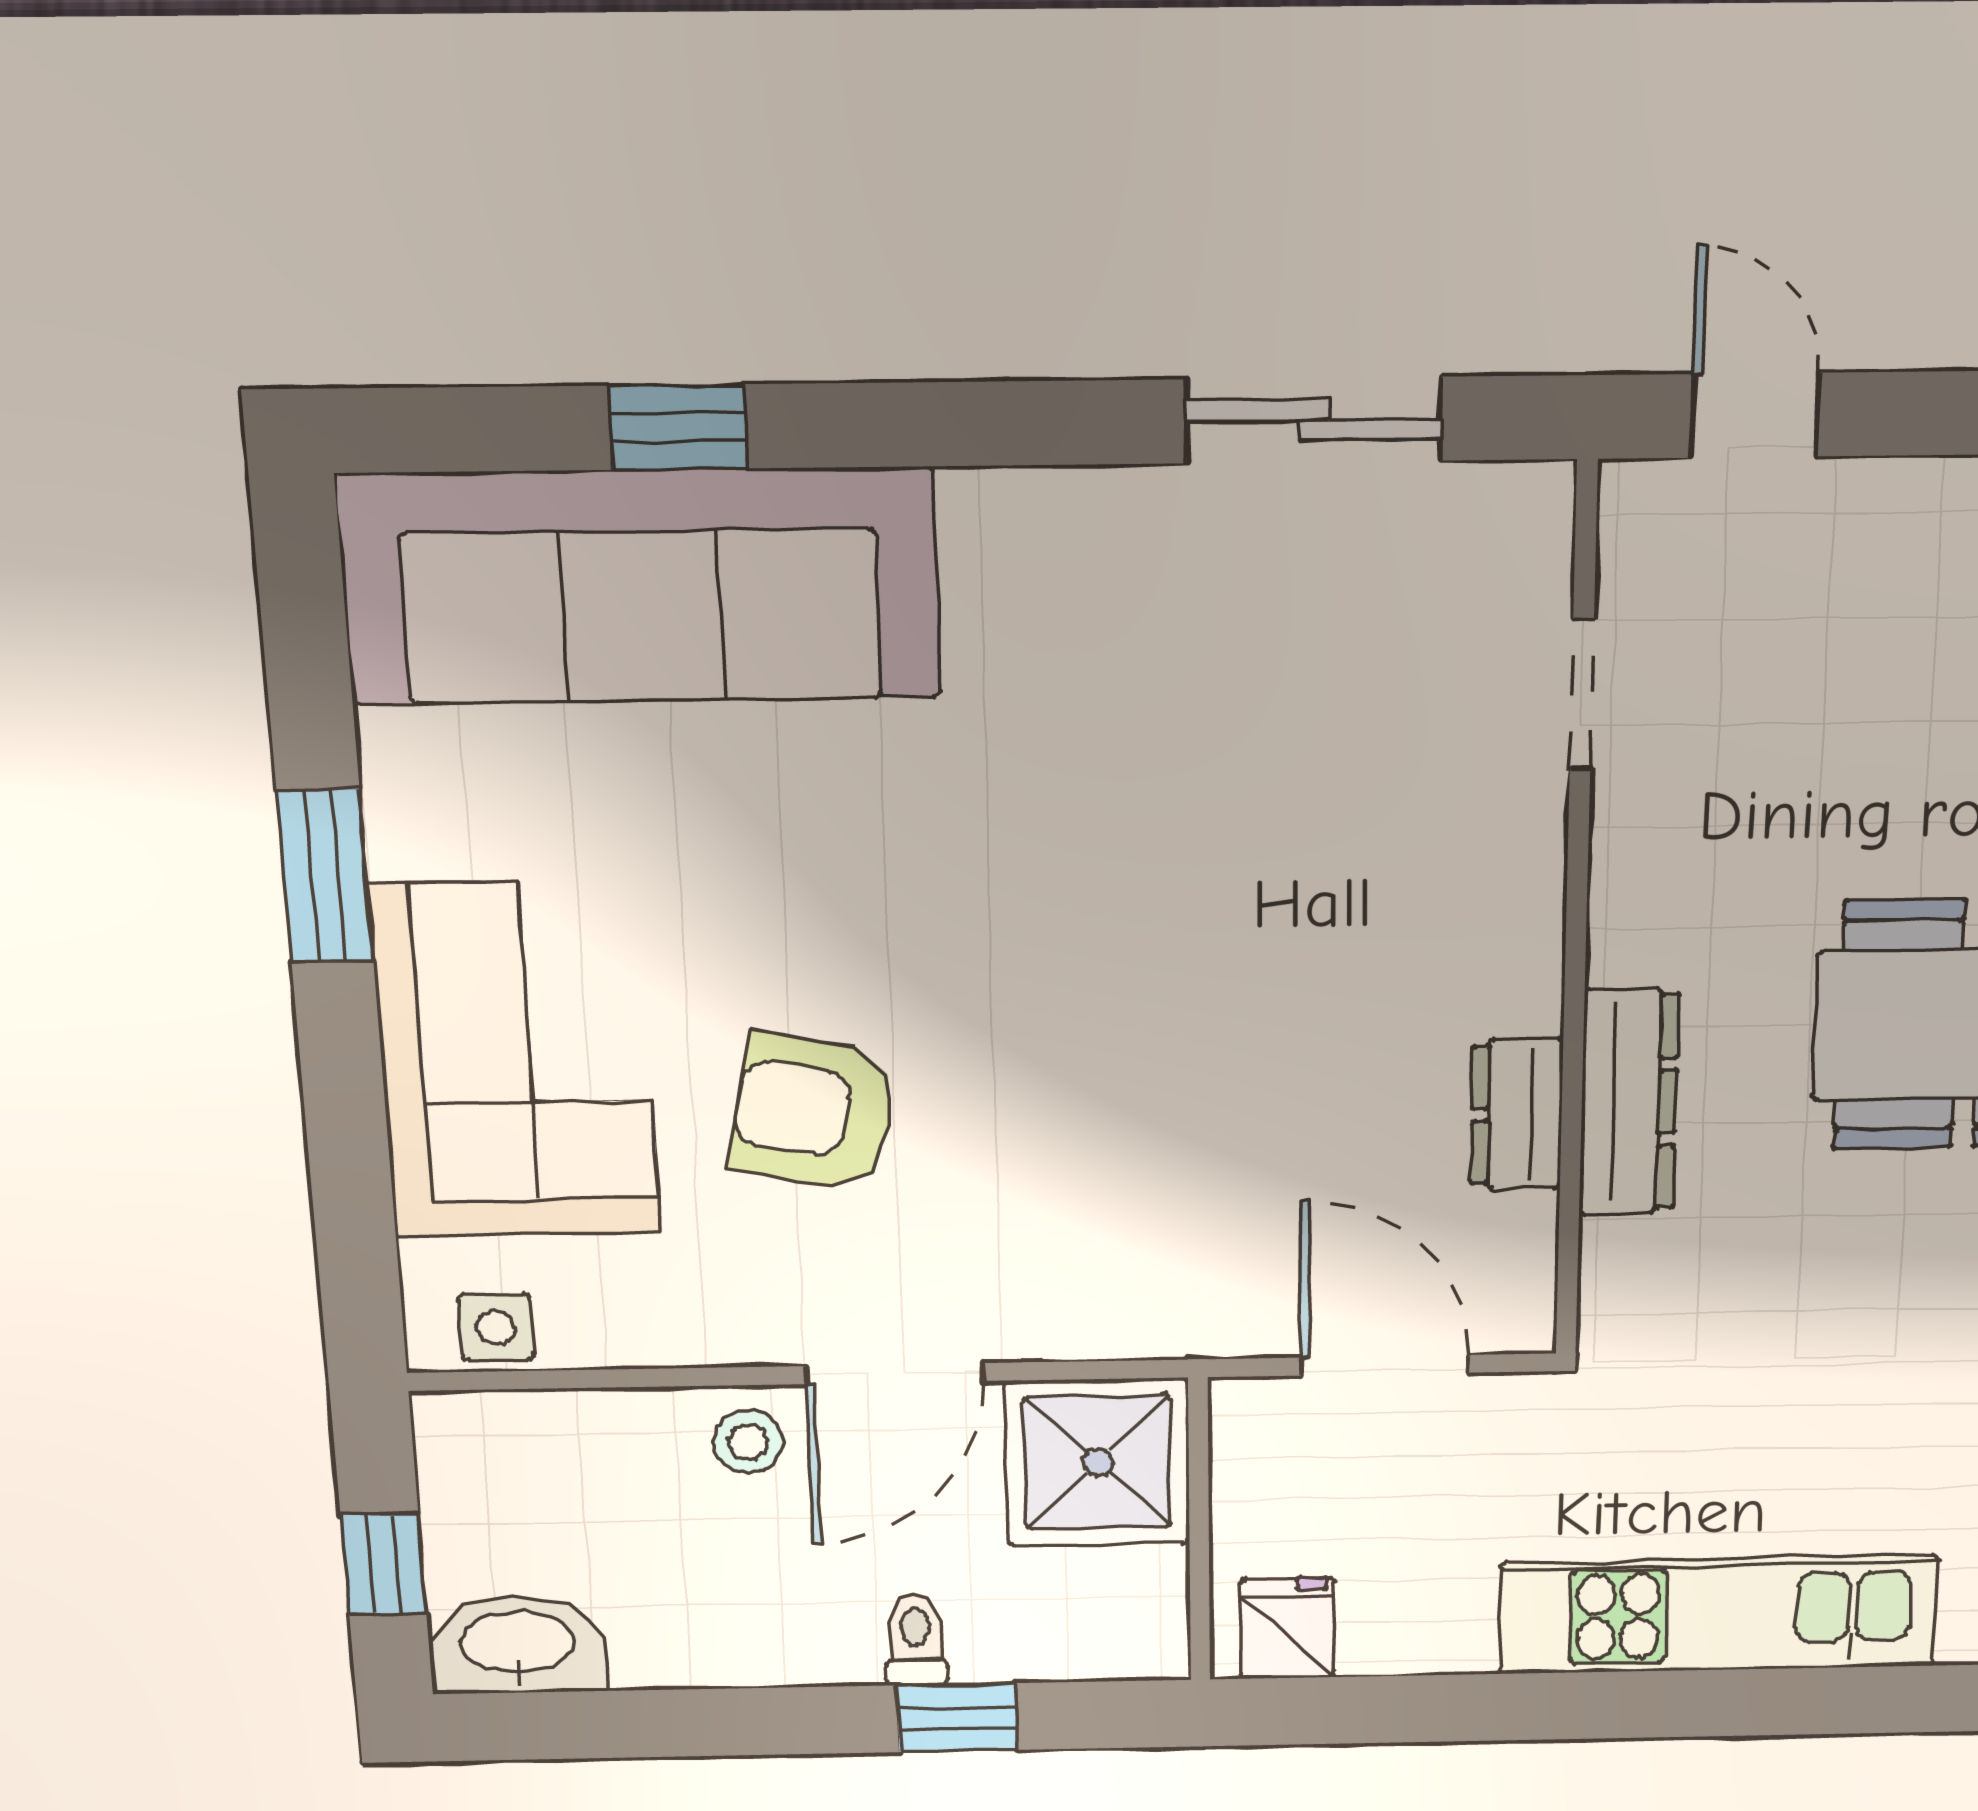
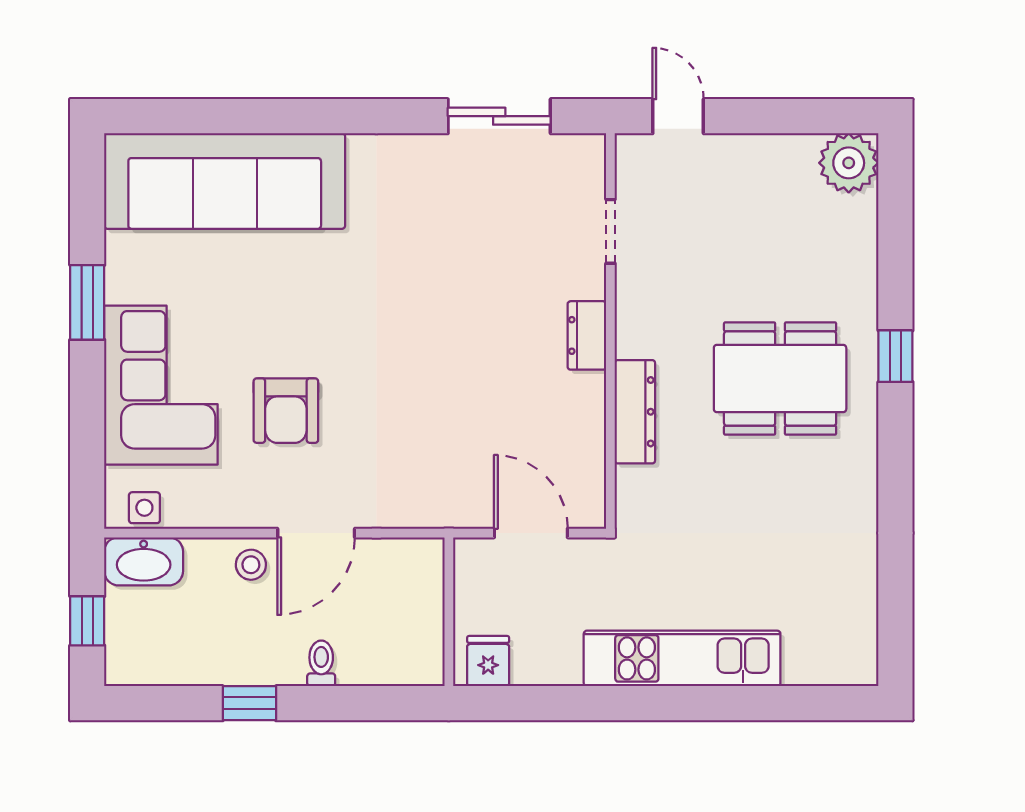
window: (678, 427) -> (243, 116), removed
armchair: (814, 1112) -> (286, 411), turned -101
dresser: (1517, 1114) -> (587, 335), moved
shower: (1098, 1462) -> (404, 577), removed
washbasin: (518, 1645) -> (144, 561), moved, turned 180
window: (958, 1718) -> (249, 703), moved

